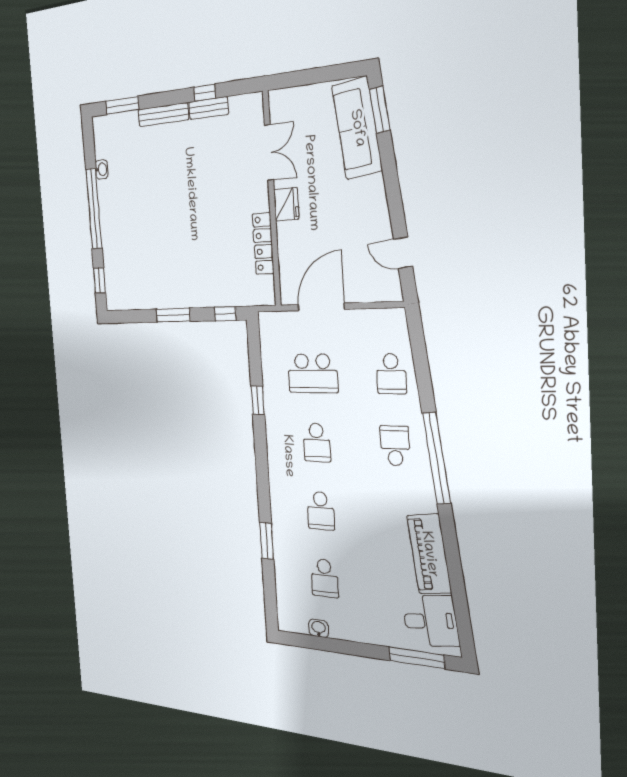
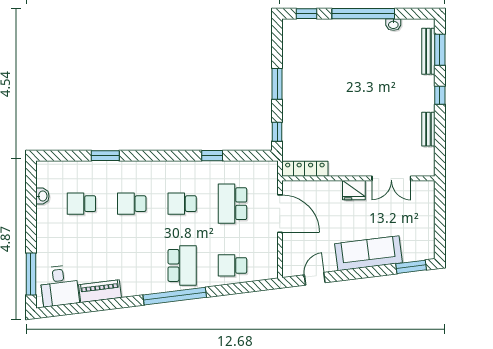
window: (205, 93) -> (440, 95), moved
bench: (163, 115) -> (428, 51), moved
sofa: (357, 128) -> (368, 253), moved
locker: (263, 244) -> (305, 169), moved
school desk: (395, 446) -> (182, 265), width x1.85
piano: (429, 554) -> (100, 291), width x0.73, depth x0.75

